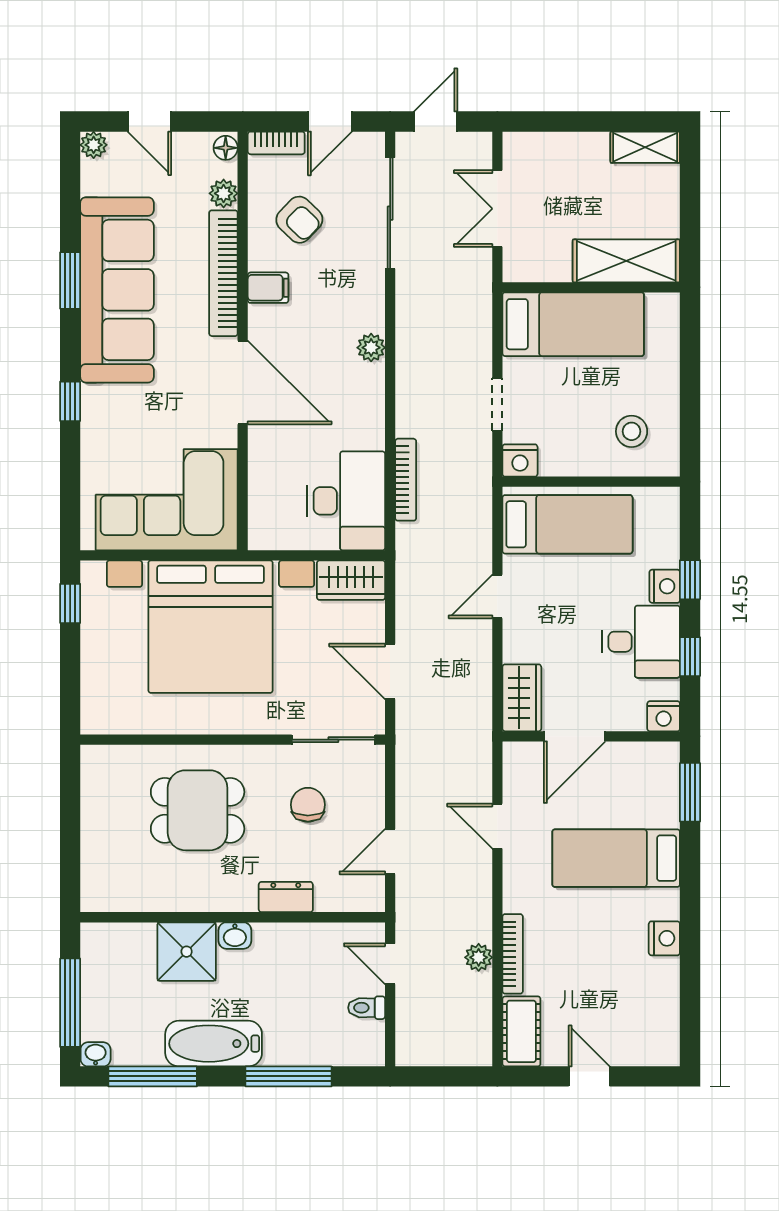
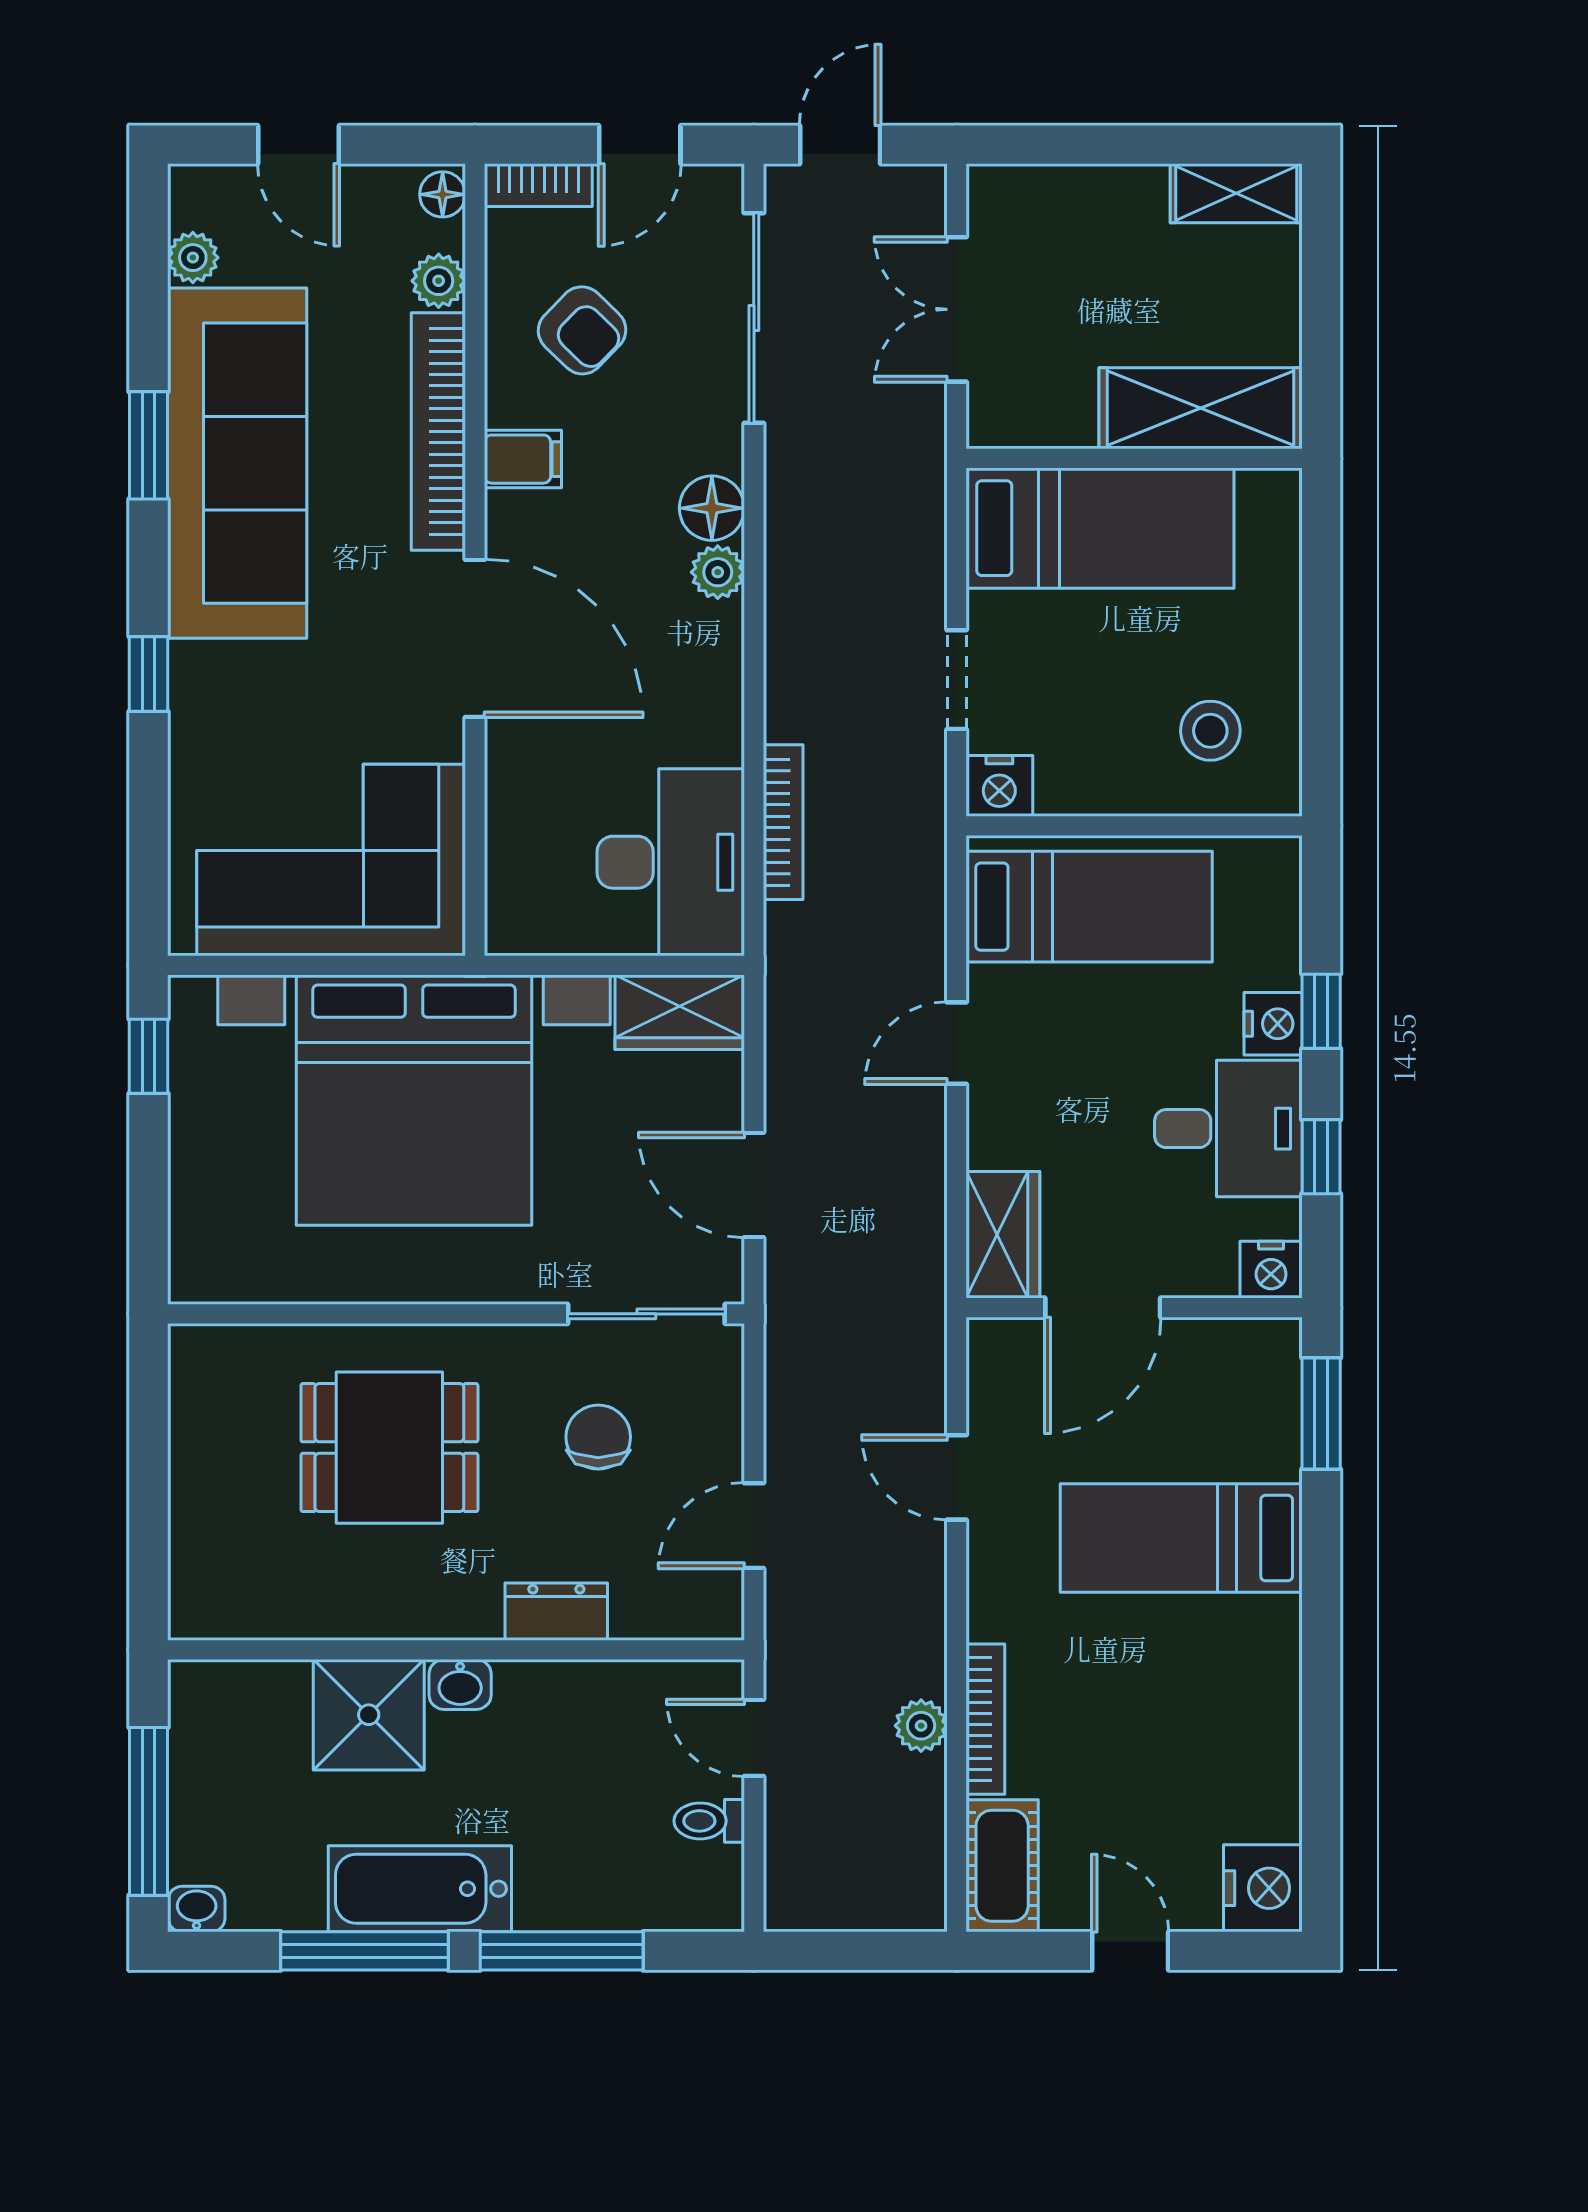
plant: (94, 145) -> (193, 258), moved
floor lamp: (368, 314) -> (712, 508), added
nightstand: (664, 938) -> (1263, 1888), moved, width x1.36, depth x1.33
window: (153, 1076) -> (365, 1951), moved

